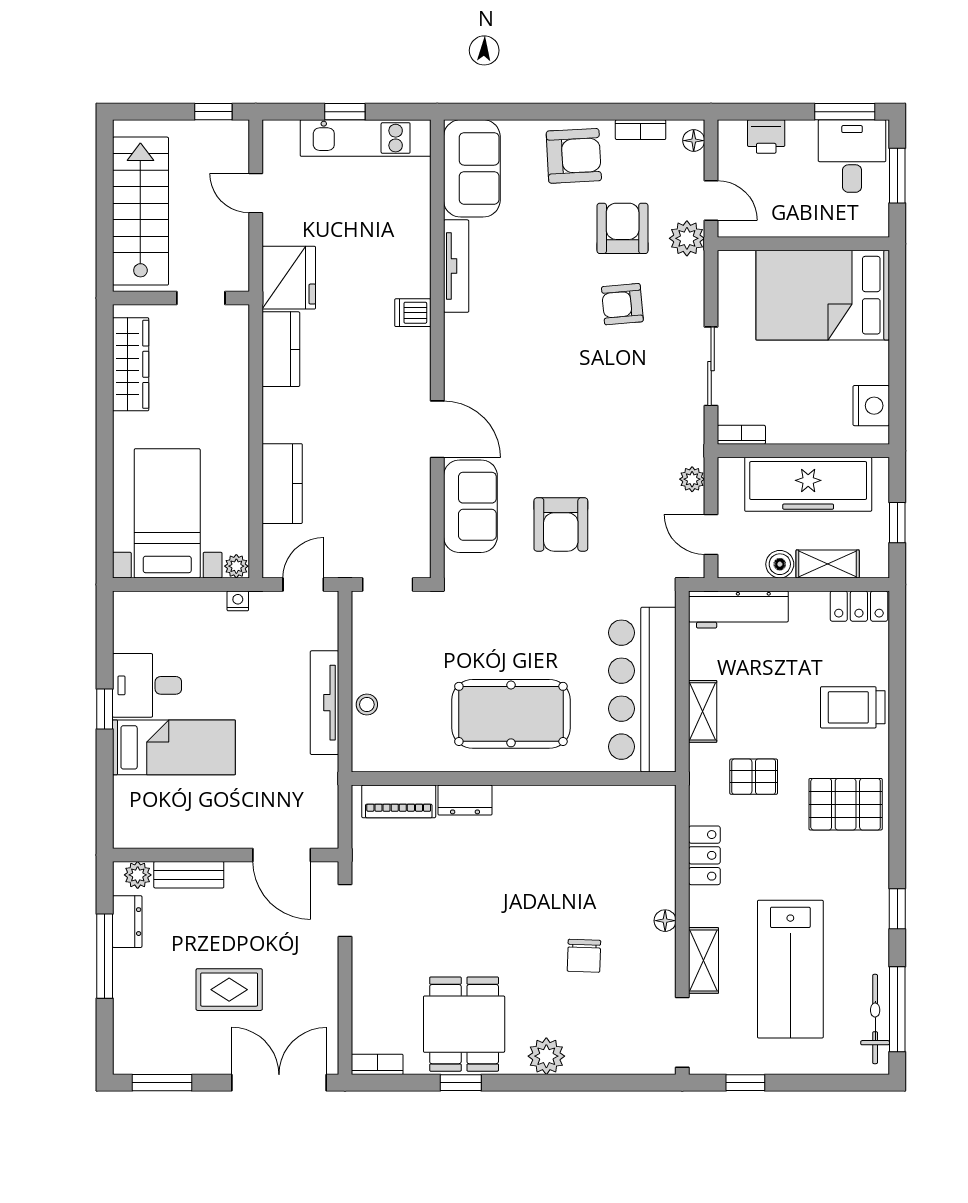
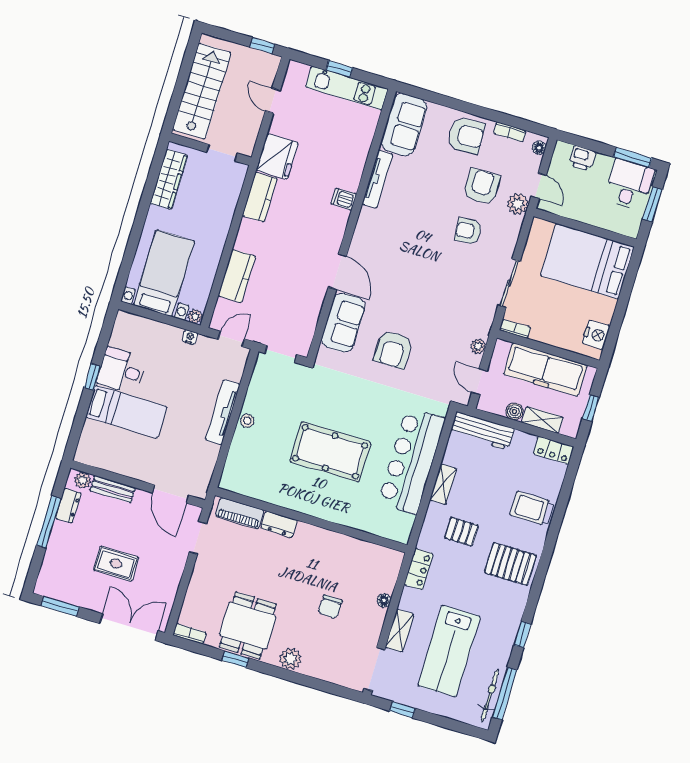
wall: (514, 779) -> (311, 520), moved
dresser: (465, 800) -> (279, 524), moved
piano: (399, 801) -> (240, 513), moved

